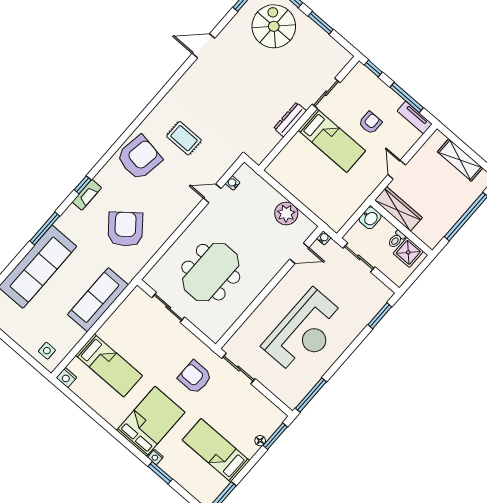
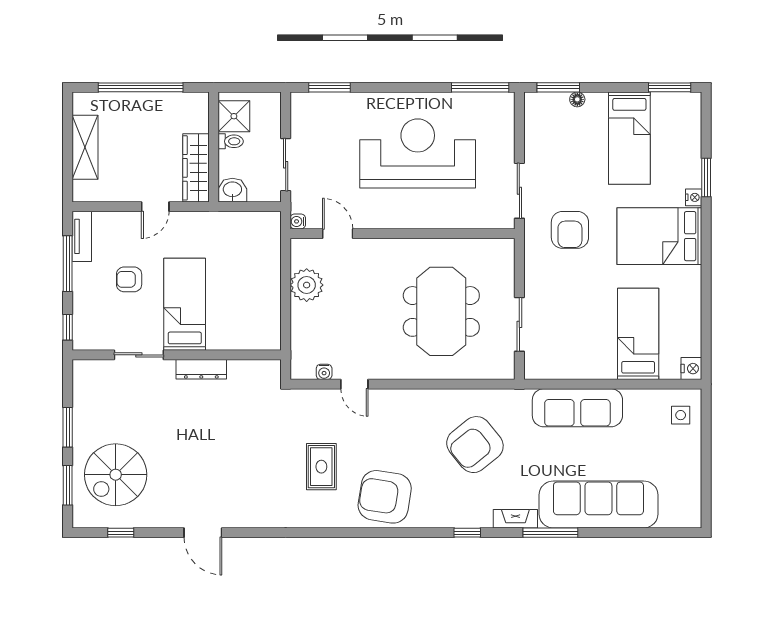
fireplace: (87, 195) -> (515, 519), moved
meeting table: (211, 272) -> (441, 311), turned 90

